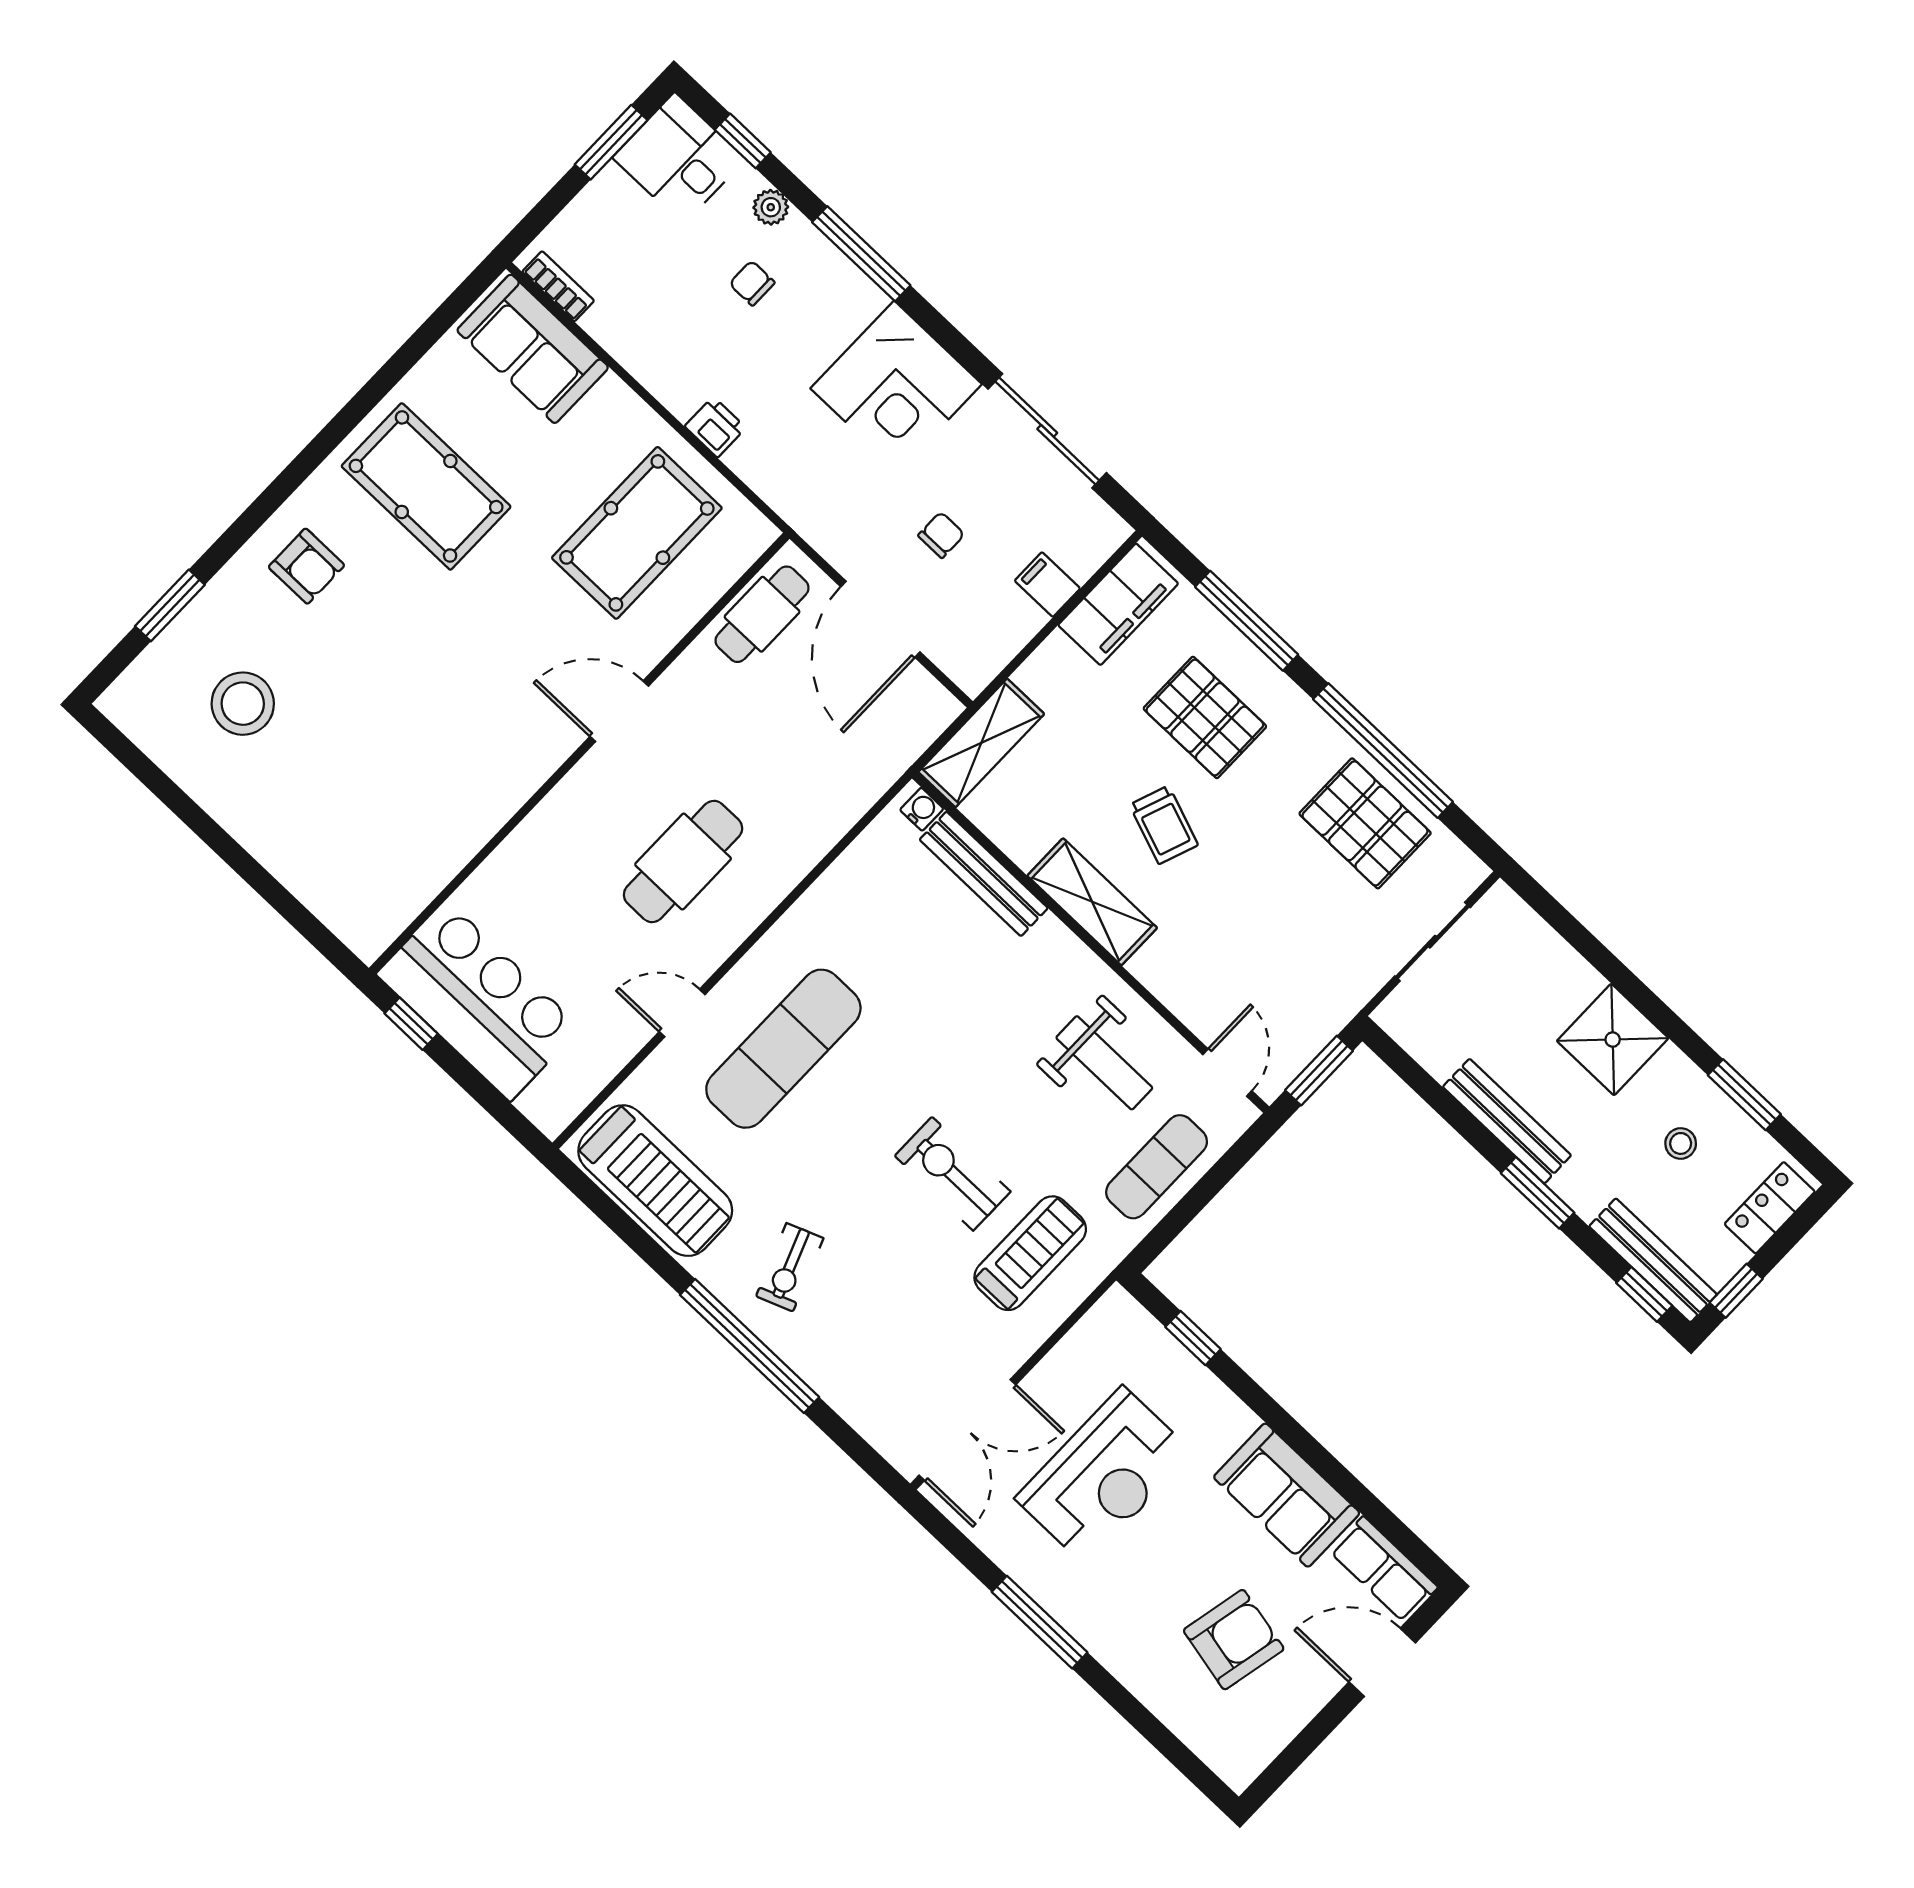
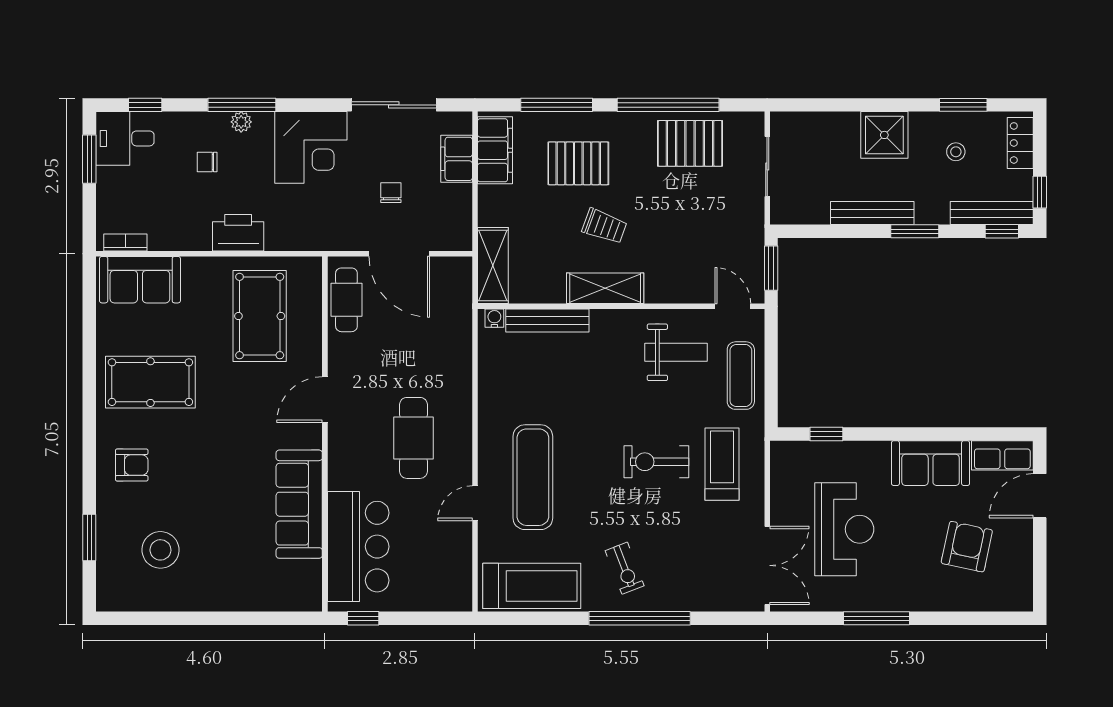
plant: (771, 207) -> (241, 122), moved
printer: (715, 427) -> (238, 233), width x1.87, depth x1.48
filing cabinet: (1047, 585) -> (457, 159), width x2.00
sofa: (466, 809) -> (299, 504), added
bar counter: (478, 1001) -> (358, 547), moved, turned 90

